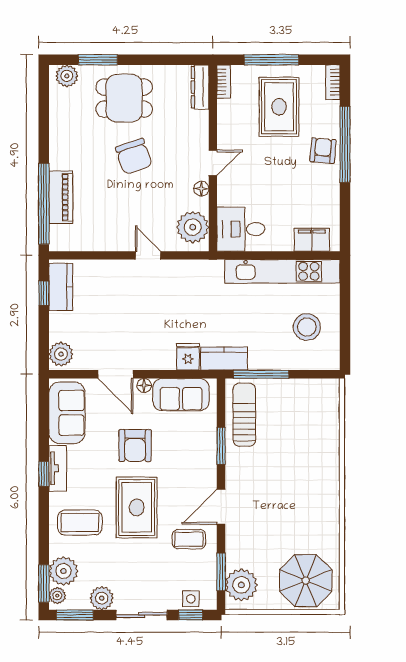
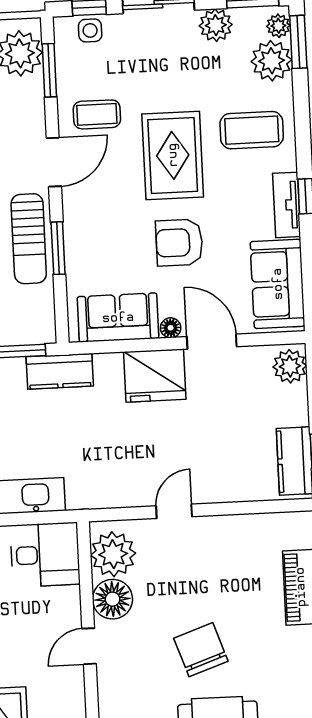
floor lamp: (201, 189) -> (113, 599), width x1.89, depth x1.89
door: (148, 255) -> (174, 511), swing flipped
fridge: (188, 357) -> (155, 376), moved, width x1.88, depth x1.34
sun lounger: (244, 415) -> (29, 239), moved
armchair: (135, 446) -> (179, 243), turned -90

